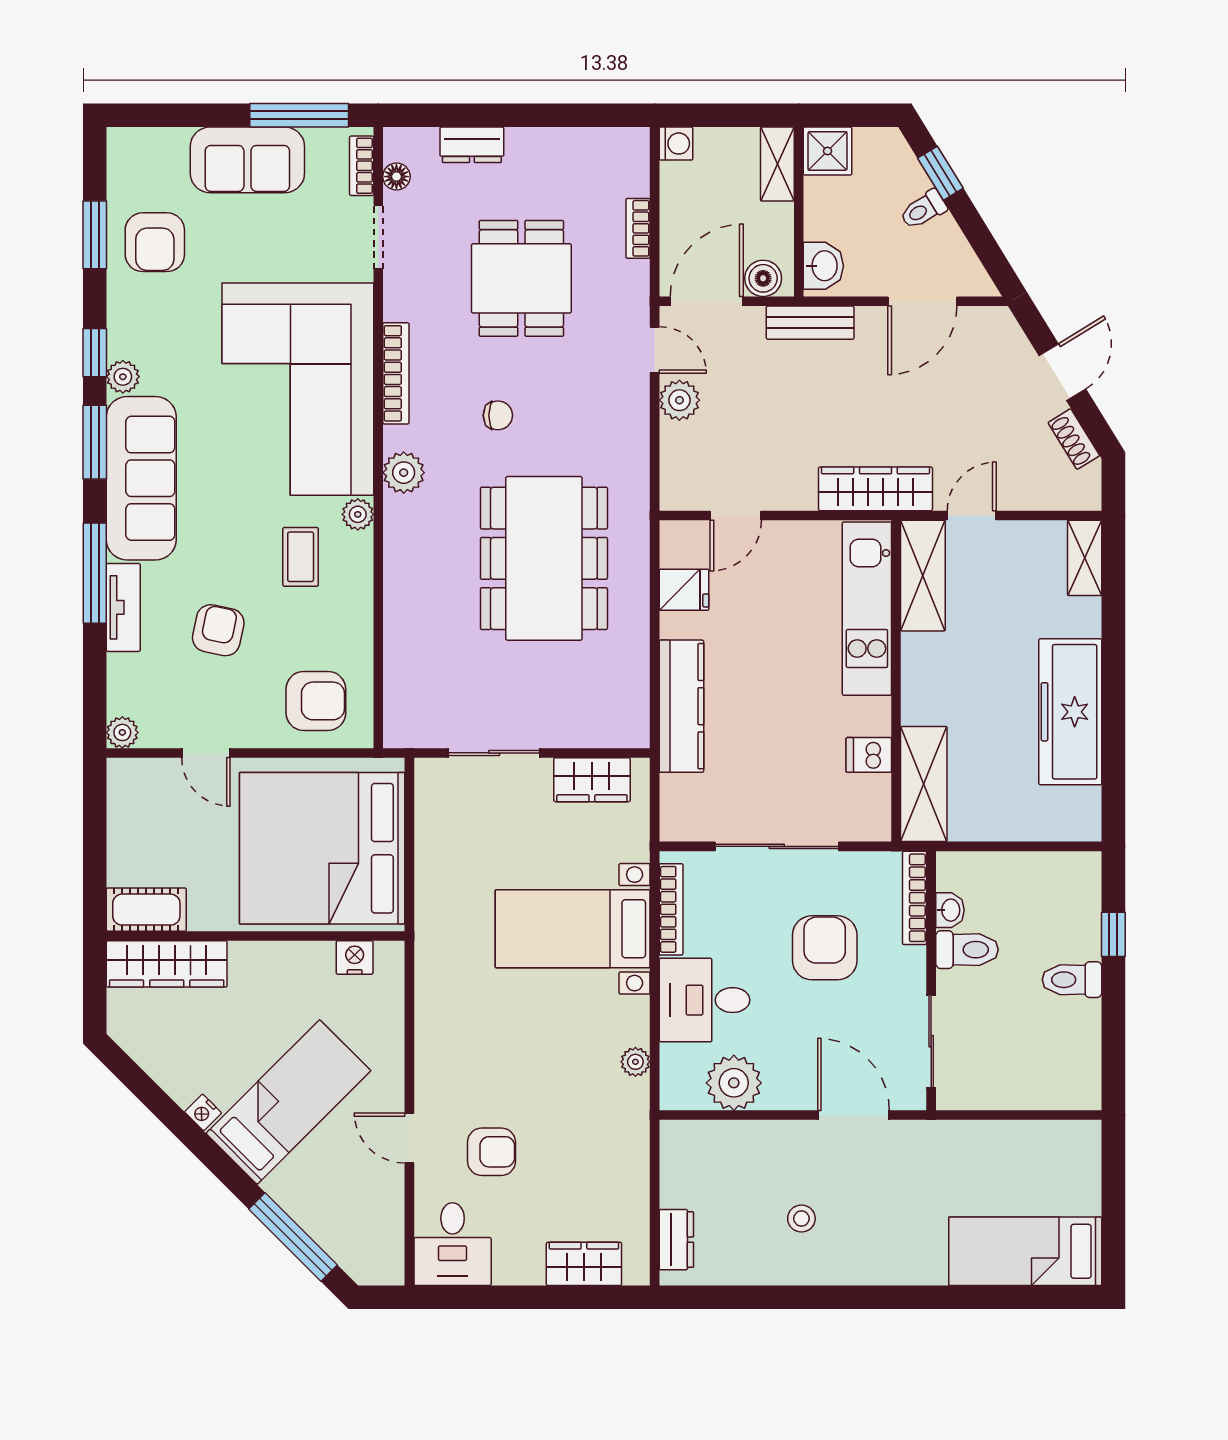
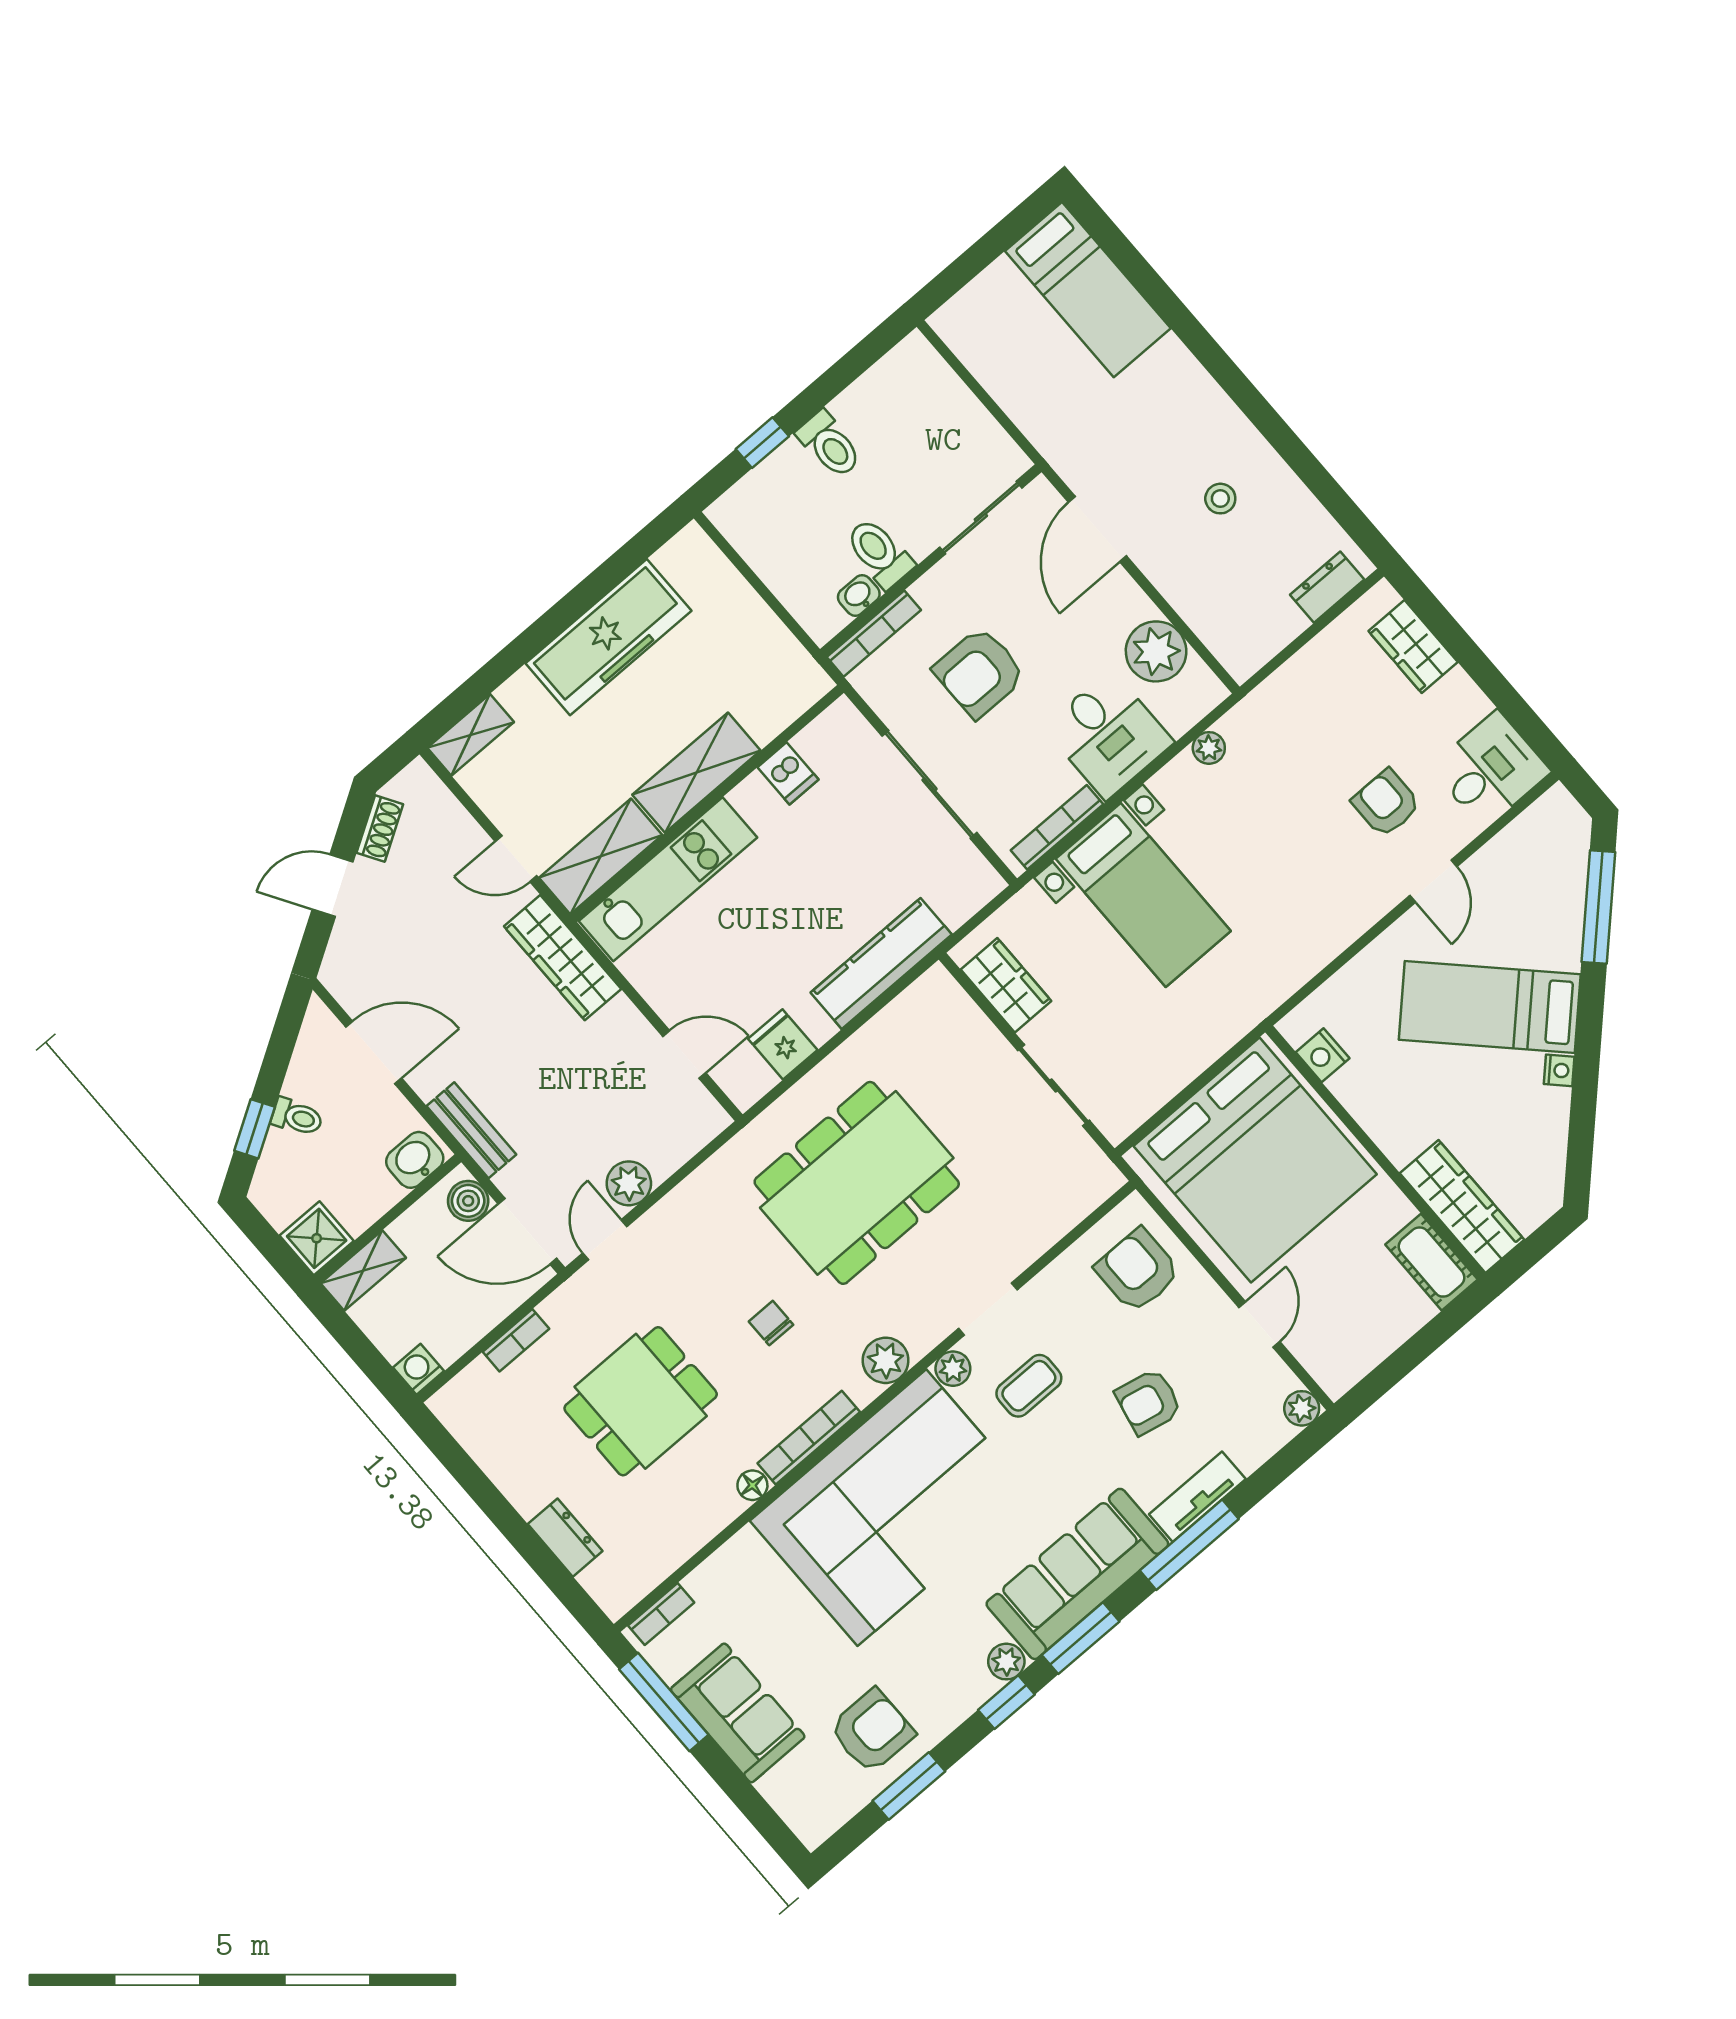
floor lamp: (396, 177) -> (752, 1485), moved
doorway: (378, 237) -> (988, 1309), moved
shelving: (924, 784) -> (696, 773), moved

